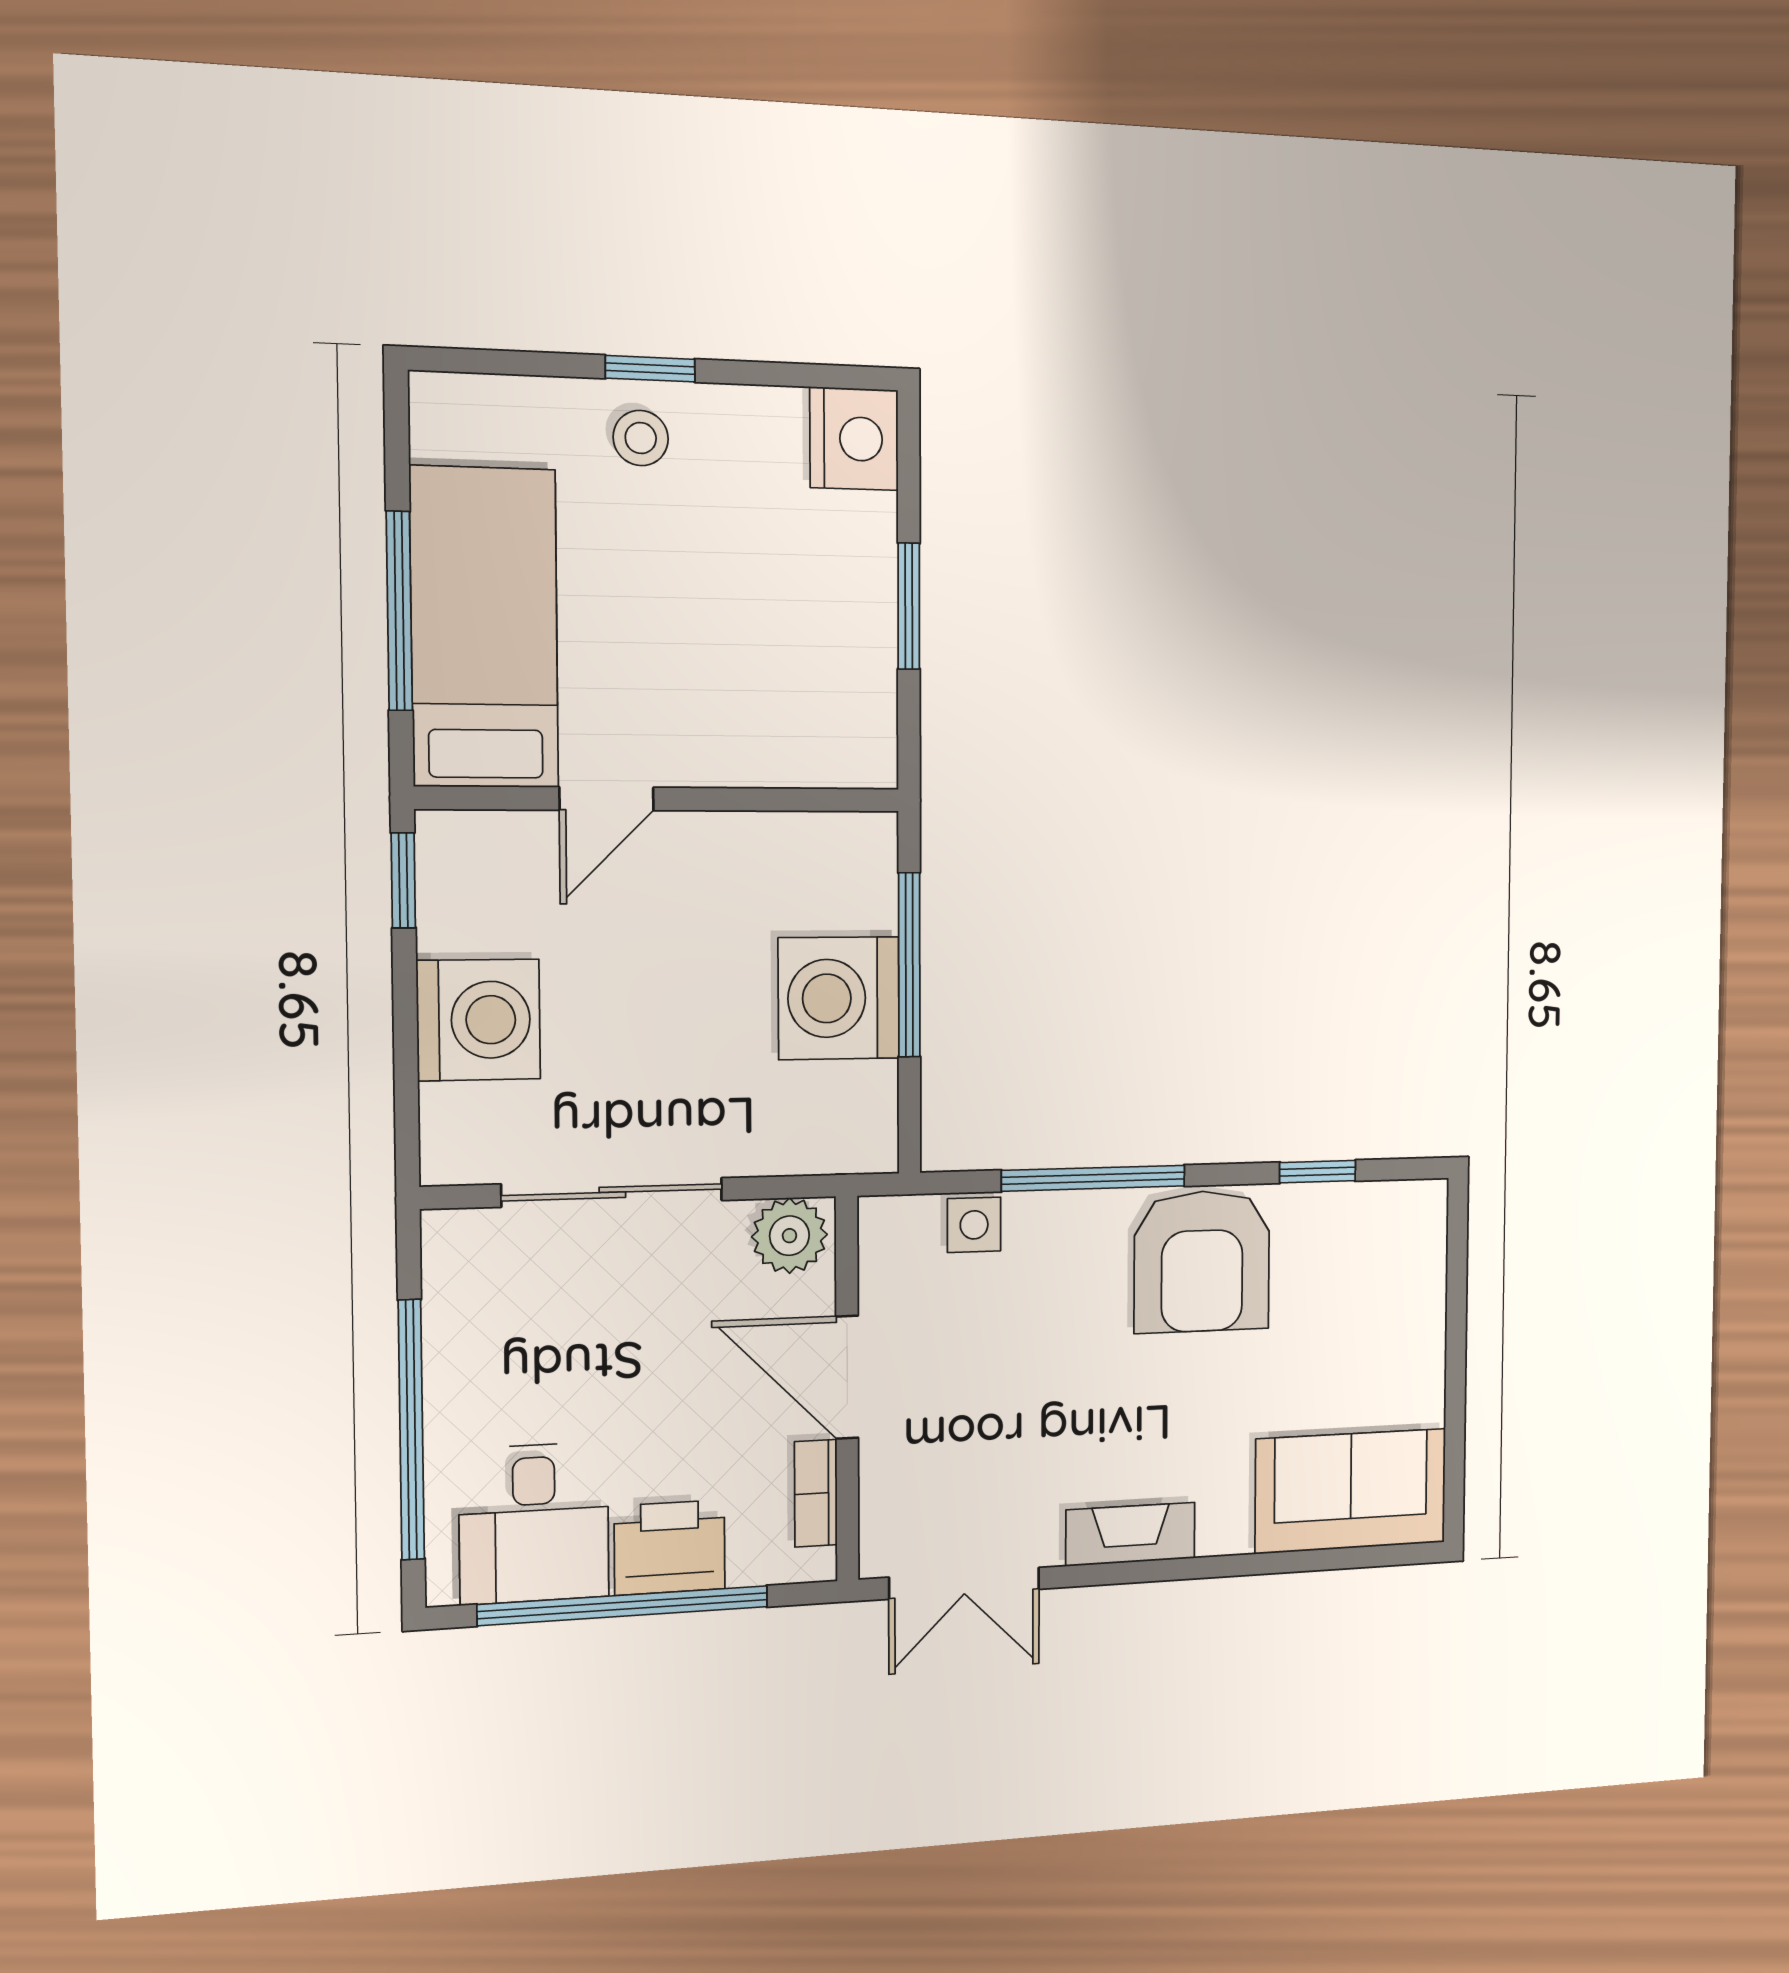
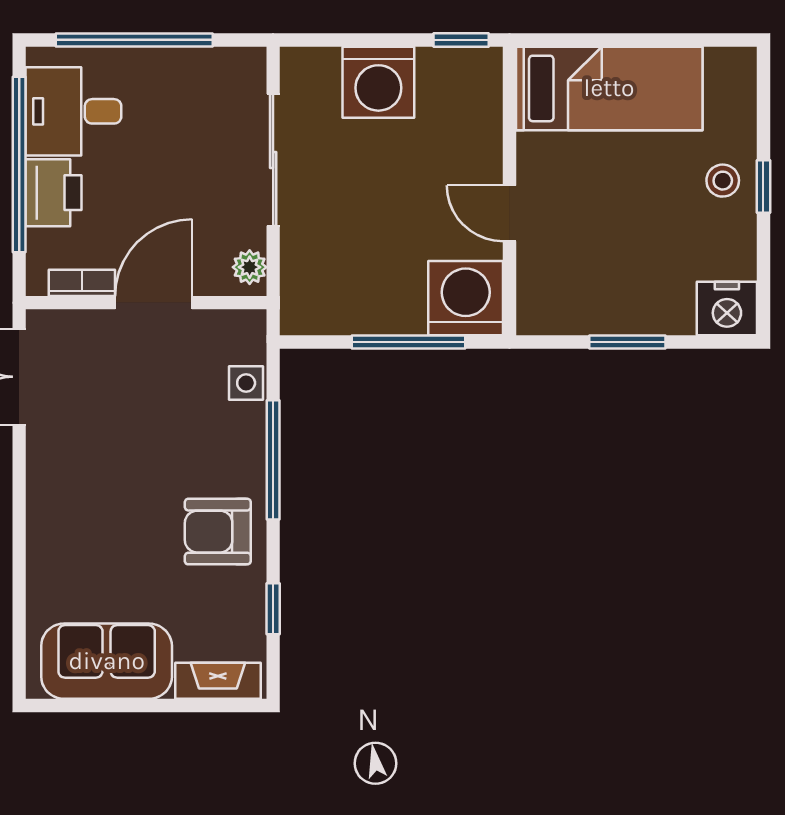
window: (399, 611) -> (618, 40), removed
door: (607, 799) -> (510, 213), moved
washing machine: (839, 998) -> (466, 298), moved
plant: (789, 1236) -> (250, 267), width x0.73, depth x0.73
armchair: (1202, 1261) -> (218, 532), width x0.73, depth x0.73
sofa: (1351, 1491) -> (107, 661), moved, turned -90
fireplace: (1130, 1534) -> (218, 681), moved, turned -90

